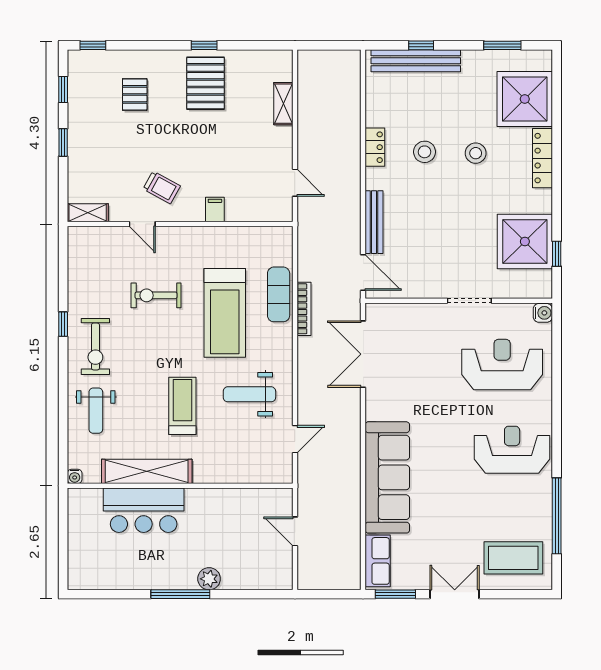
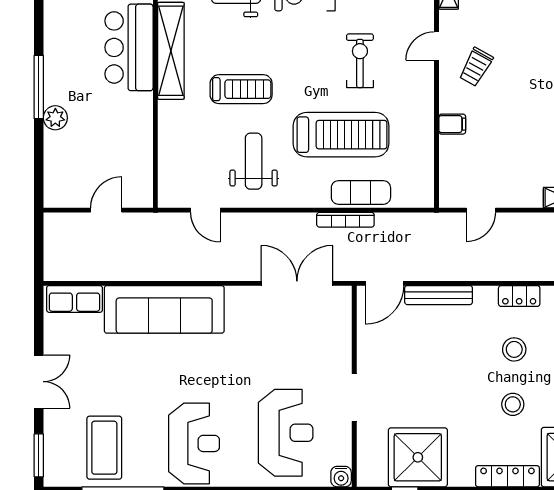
treadmill: (225, 313) -> (341, 135), turned 180
coffee table: (513, 558) -> (104, 448), moved
window: (395, 594) -> (39, 455), moved

